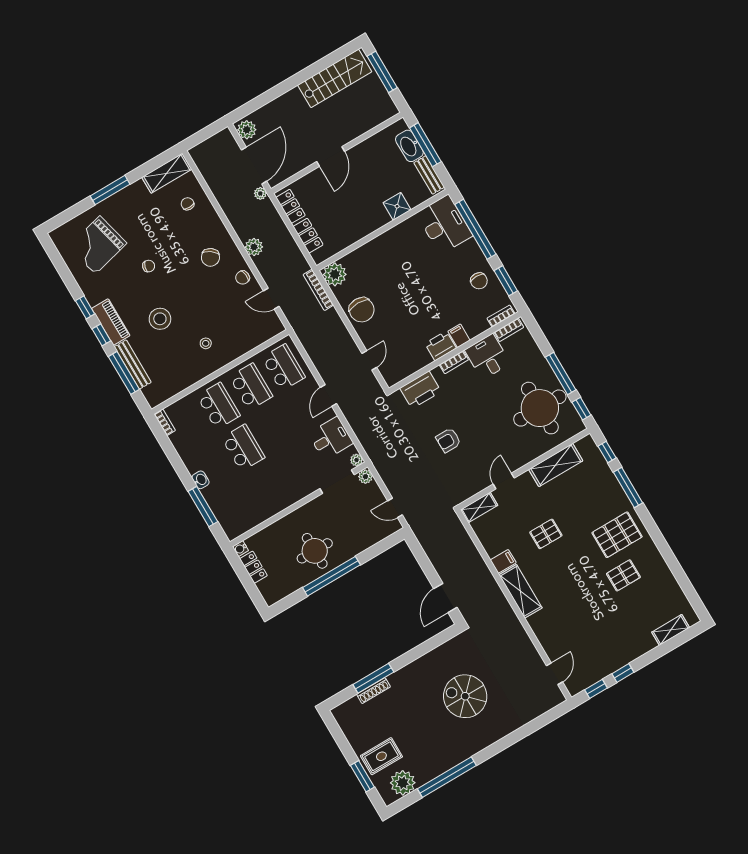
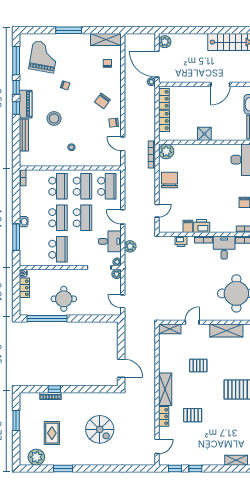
door: (331, 157) -> (220, 84), moved
door: (254, 166) -> (157, 64), swing flipped
shower: (397, 206) -> (204, 134), moved
grand piano: (98, 245) -> (44, 57), turned 114
plant: (254, 247) -> (130, 246), moved
chair: (362, 310) -> (169, 180), turned 180
filing cabinet: (459, 336) -> (188, 226), moved
window: (124, 373) -> (16, 61), moved
printer: (420, 390) -> (181, 241), width x0.53, depth x0.68
door: (329, 396) -> (123, 217), hinge flipped
school desk: (276, 428) -> (82, 218), added
armchair: (448, 440) -> (175, 281), removed
school desk: (268, 490) -> (58, 249), added
filing cabinet: (503, 561) -> (165, 367), removed
pallet: (623, 575) -> (193, 415), moved
window: (331, 576) -> (47, 318), moved
door: (445, 598) -> (121, 368), swing flipped
locker: (540, 629) -> (164, 416), added
window: (373, 678) -> (54, 389), width x0.46
spiral stairs: (465, 696) -> (100, 429), turned 180
rug: (381, 756) -> (52, 433), moved, turned 90
window: (362, 776) -> (16, 420), moved
window: (447, 777) -> (63, 468), width x0.47

